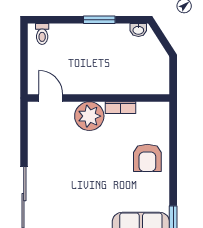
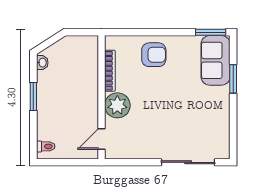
bookcase: (120, 108) -> (110, 71), width x1.56

